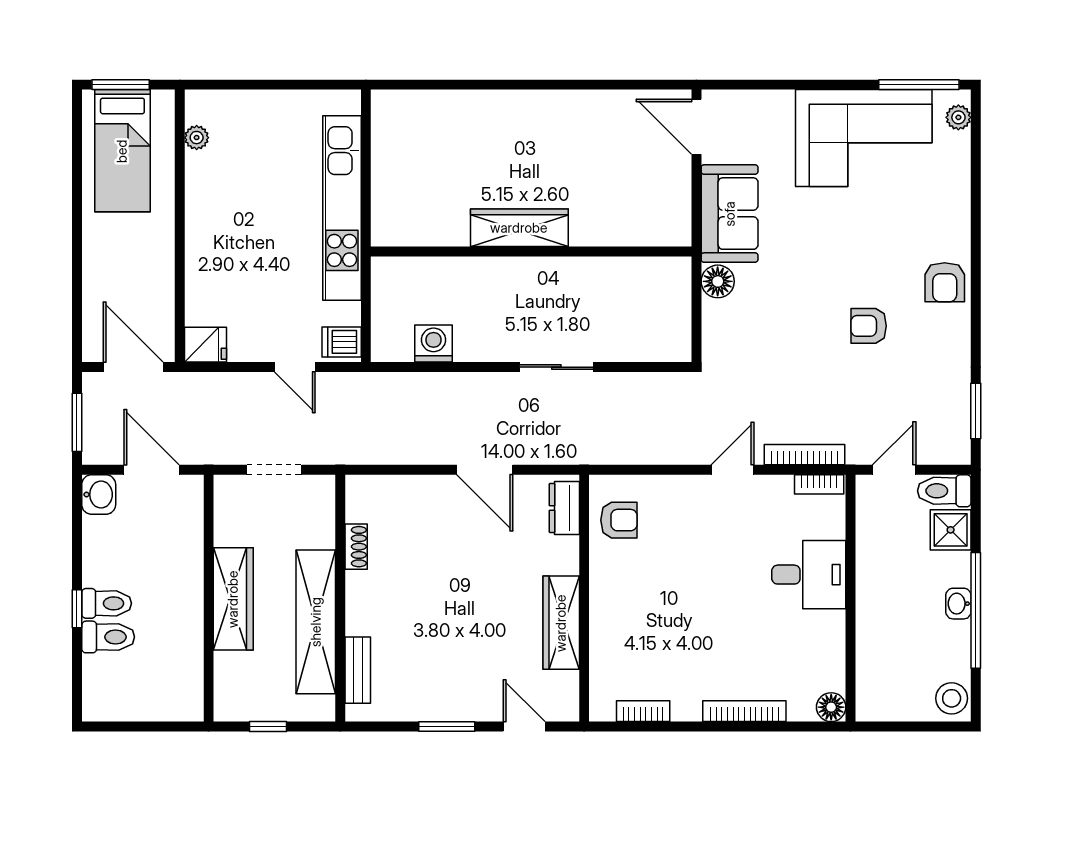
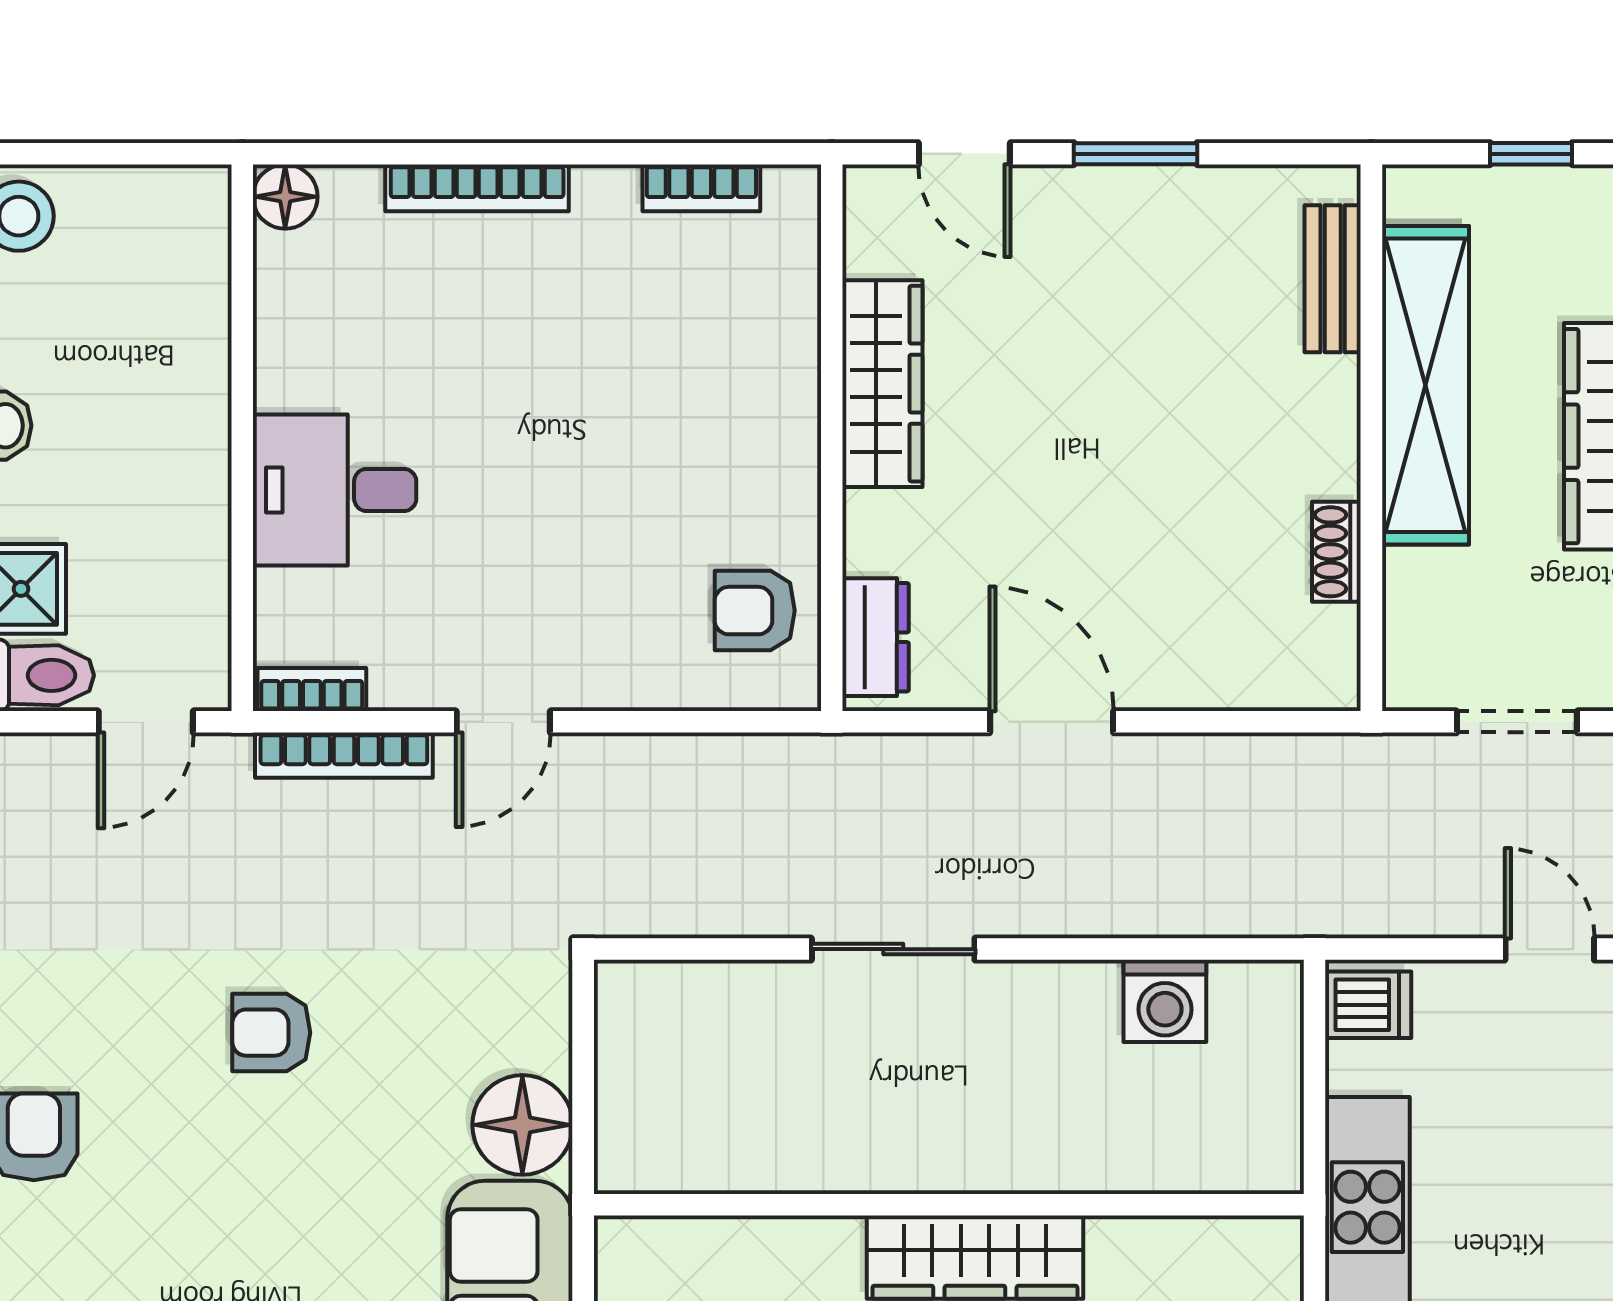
floor lamp: (718, 281) -> (522, 1125), width x1.38, depth x1.38
armchair: (869, 326) -> (271, 1033), moved, turned 180
door: (295, 367) -> (1550, 949), moved

